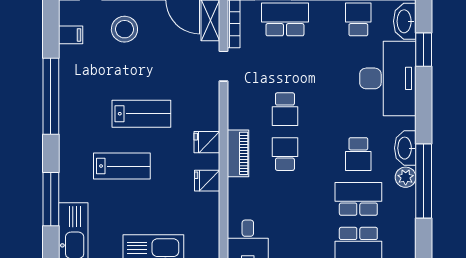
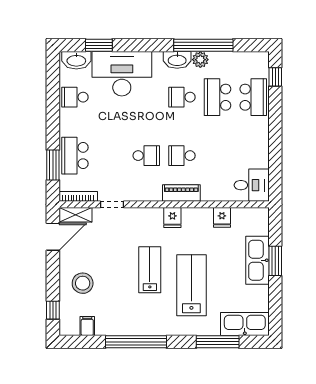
school desk: (358, 154) -> (182, 97), turned 180
lab bench: (122, 166) -> (191, 285), width x1.36, depth x1.39
fridge: (207, 181) -> (222, 217), moved

